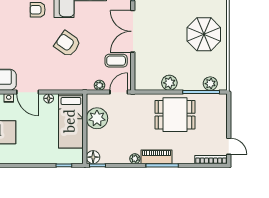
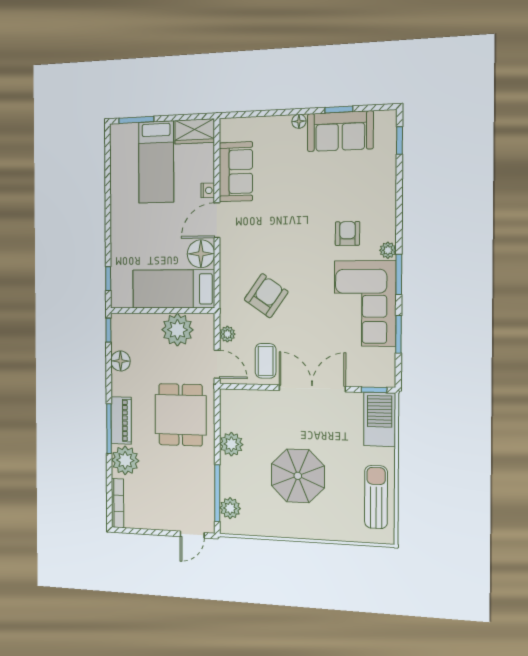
parasol: (204, 34) -> (298, 476), moved
armchair: (67, 44) -> (266, 296), moved
floor lamp: (49, 98) -> (201, 254), width x1.89, depth x1.89
dining table: (175, 115) -> (181, 415), moved
door: (229, 146) -> (192, 535), moved
floor lamp: (93, 157) -> (120, 361), moved
plant: (135, 159) -> (125, 460), moved, width x1.87, depth x1.87

